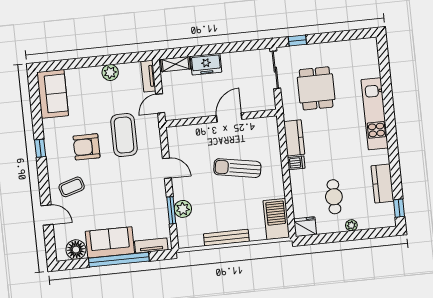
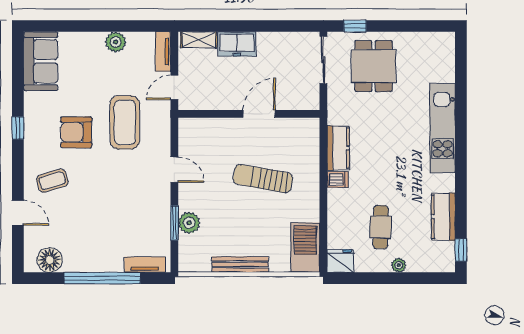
dining table: (316, 88) -> (374, 66), moved
sofa: (110, 242) -> (93, 255), removed

